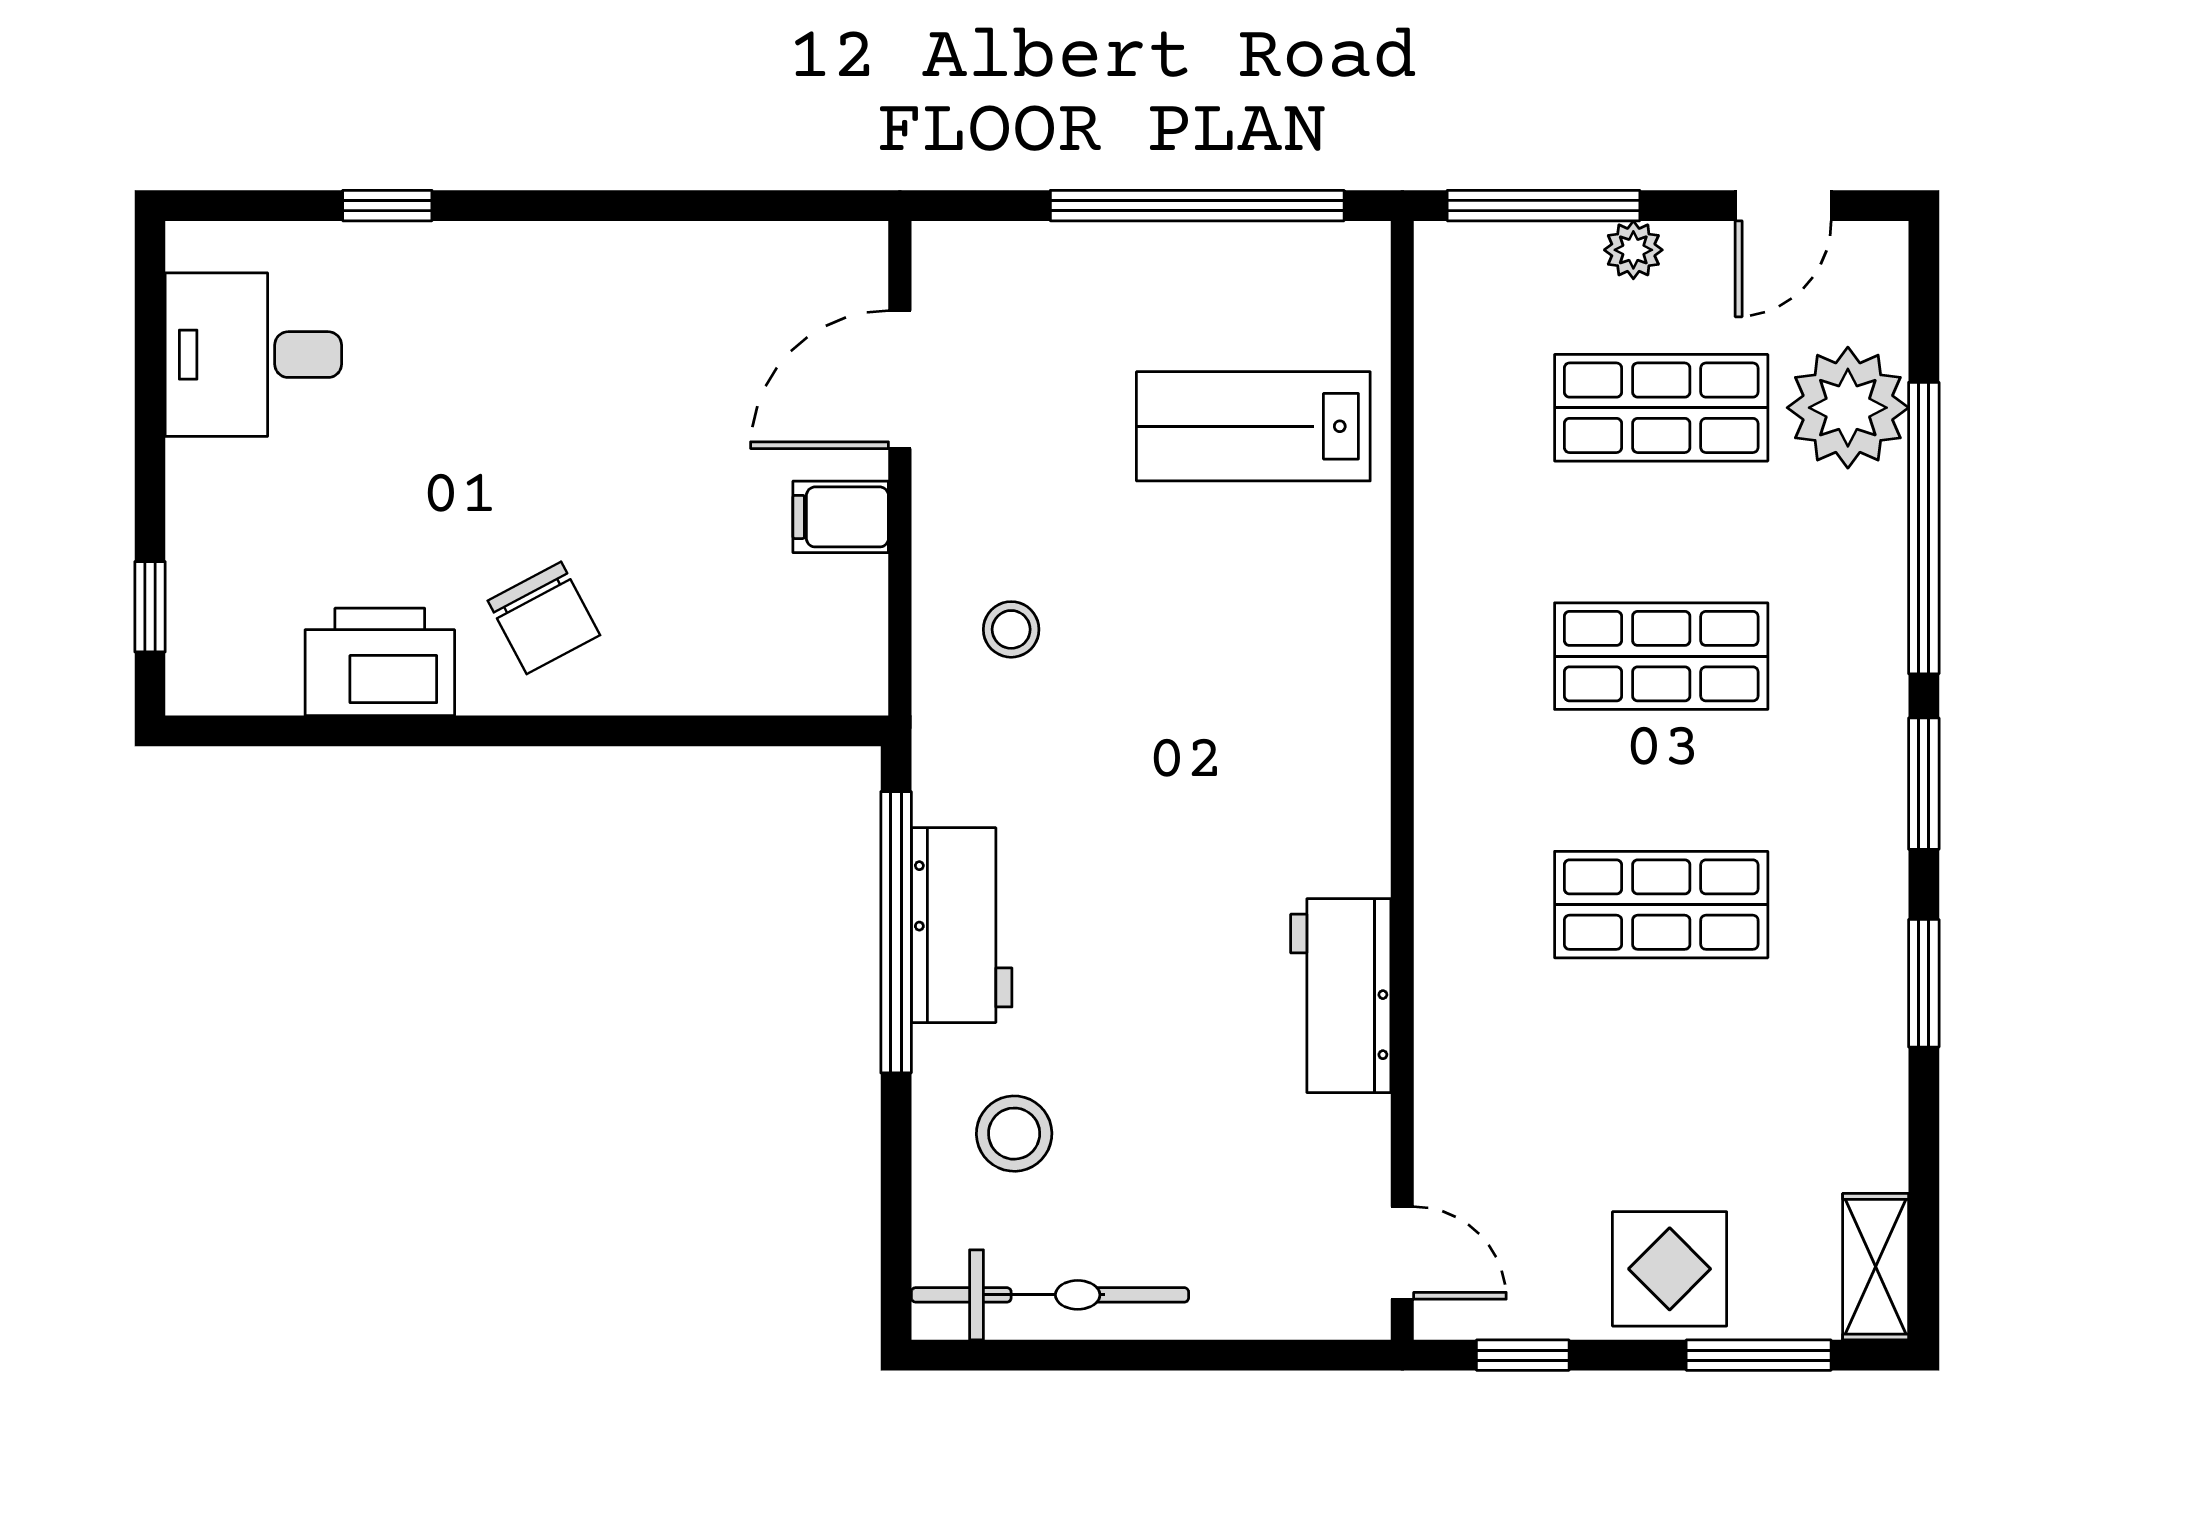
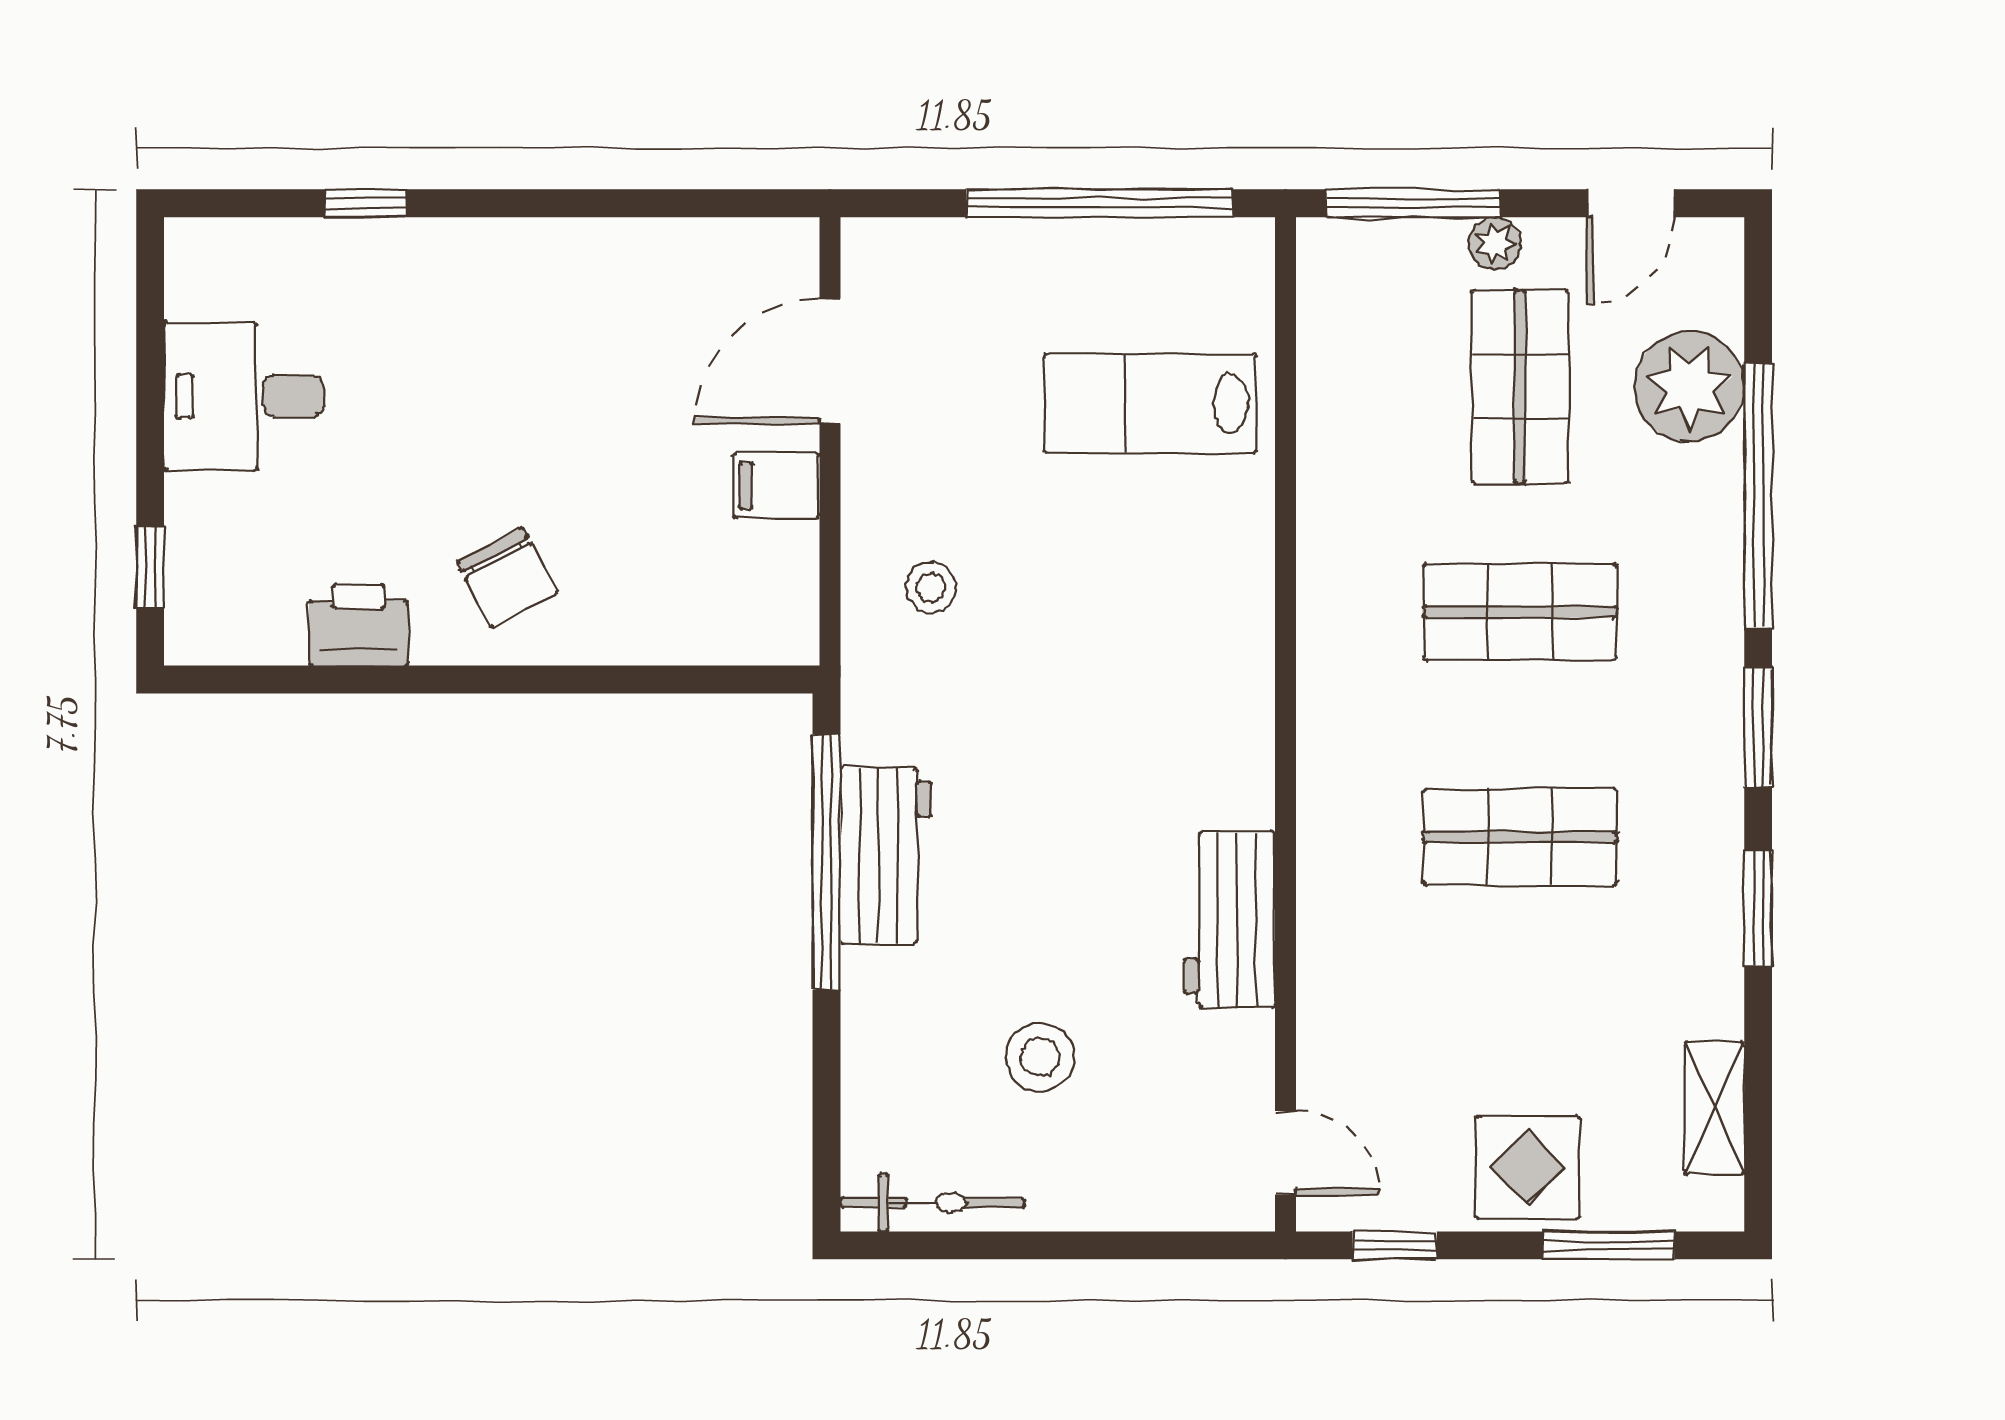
desk: (253, 355) -> (244, 396), moved
shop shelf: (1661, 408) -> (1520, 387), turned 90
printer: (380, 662) -> (358, 625), width x0.73, depth x0.84
stool: (1014, 1134) -> (1040, 1057), moved
shelving: (1876, 1267) -> (1715, 1108), moved
bicycle: (1050, 1295) -> (932, 1202), width x0.73, depth x0.71

